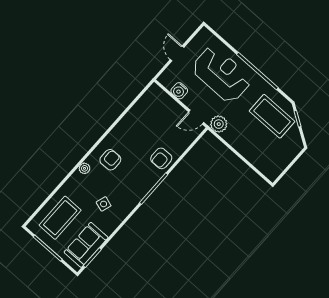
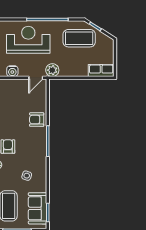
armchair: (161, 158) -> (37, 120), turned 90
row of seats: (265, 166) -> (101, 71), added

